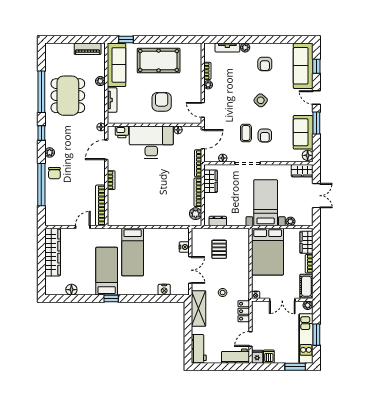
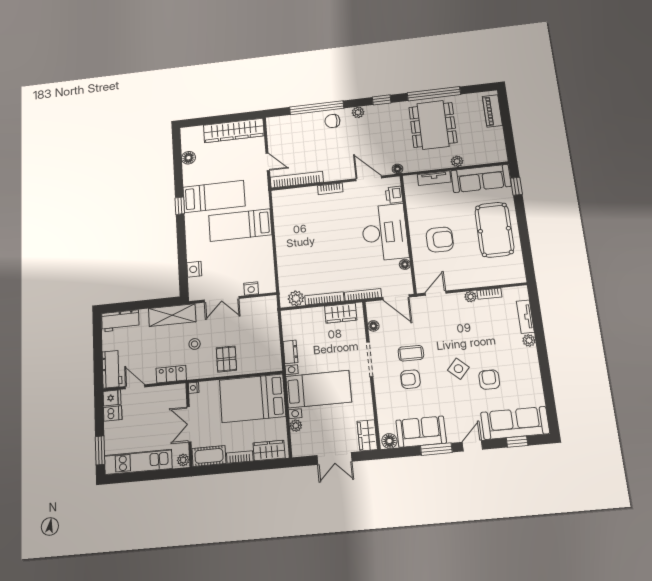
piano: (88, 49) -> (492, 111), moved
armchair: (265, 64) -> (489, 380), moved, turned 90
dining table: (68, 96) -> (433, 125), turned 90
dresser: (218, 221) -> (290, 352), moved
pallet: (219, 249) -> (226, 359), moved, turned 90
window: (316, 335) -> (144, 476), removed

